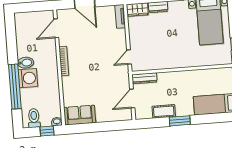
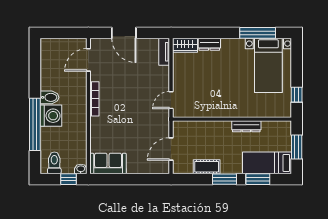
dresser: (144, 78) -> (246, 126), moved
window: (208, 119) -> (258, 179), added

